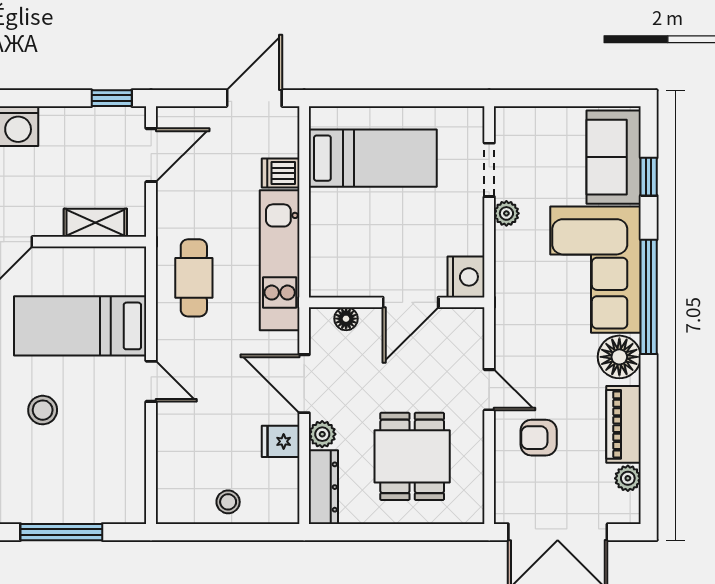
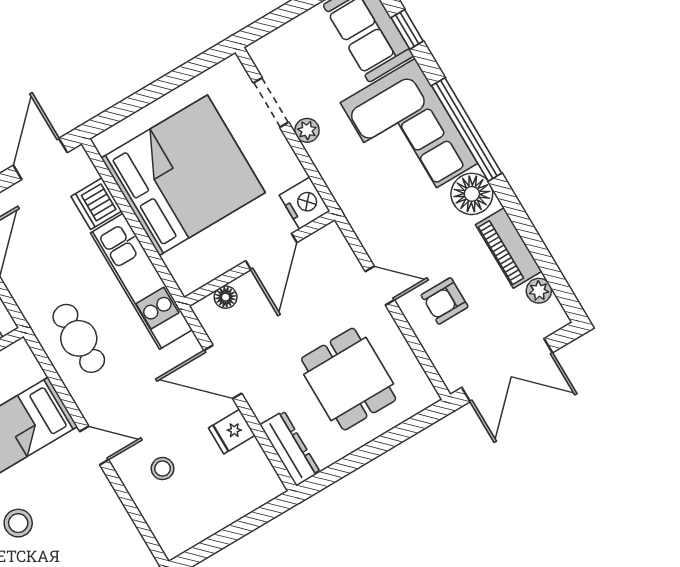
bed: (373, 158) -> (183, 175), width x2.04
dishwasher: (281, 173) -> (96, 204), width x1.38
plant: (322, 434) -> (263, 405), removed
stool: (228, 502) -> (163, 469), moved

